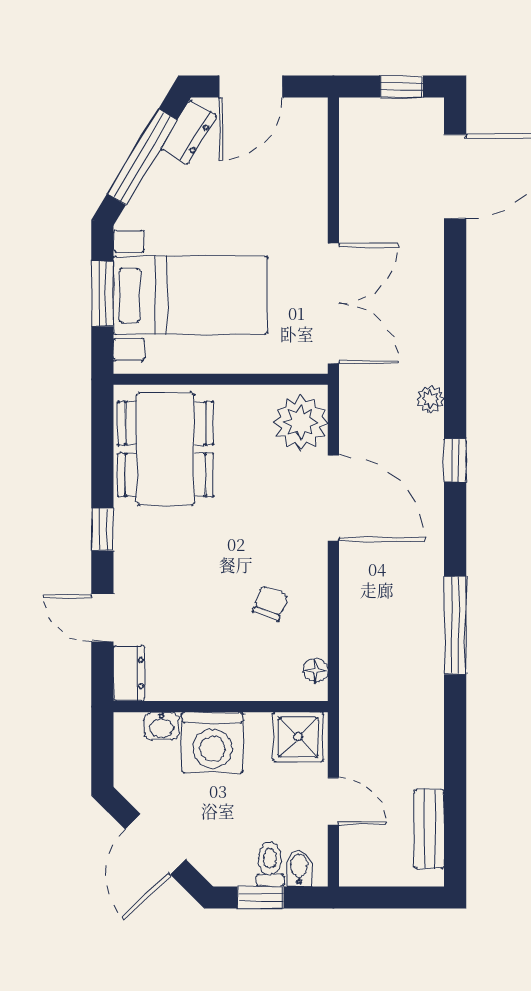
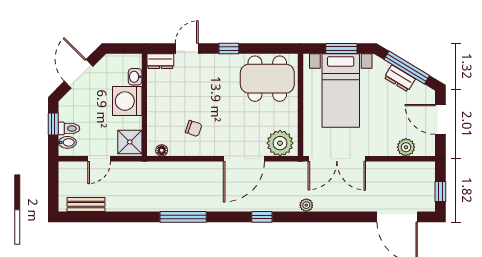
dresser: (189, 132) -> (400, 78), moved
plant: (309, 158) -> (406, 147), added
plant: (430, 399) -> (306, 205), moved
door: (155, 844) -> (79, 74), hinge flipped

